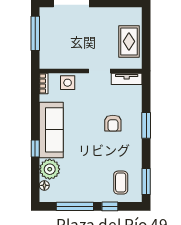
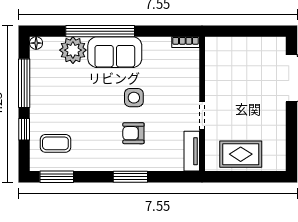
window: (35, 33) -> (251, 31), removed
side table: (68, 83) -> (134, 98), moved
sofa: (51, 130) -> (115, 52), width x0.73
window: (35, 149) -> (100, 31), width x3.17
floor lamp: (44, 185) -> (36, 43), moved

